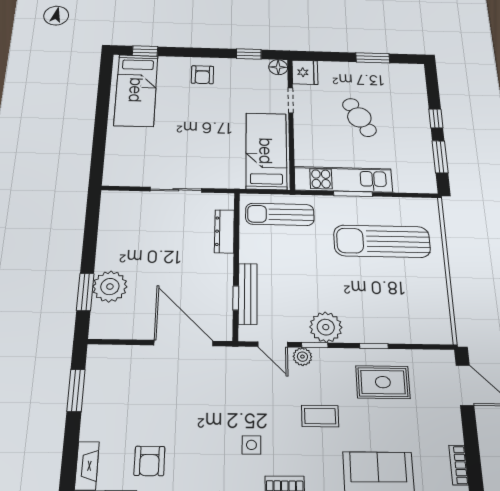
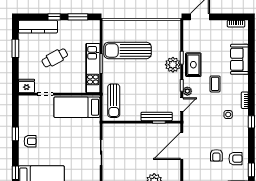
window: (249, 54) -> (15, 134), moved
floor lamp: (278, 67) -> (24, 100), removed
kitchen counter: (415, 93) -> (38, 27), added
dresser: (224, 231) -> (124, 128), removed
sun lounger: (382, 241) -> (127, 50), turned 90
plant: (326, 327) -> (173, 65), moved
rug: (383, 382) -> (193, 65), moved
armchair: (159, 417) -> (216, 155), added

